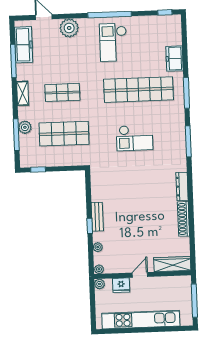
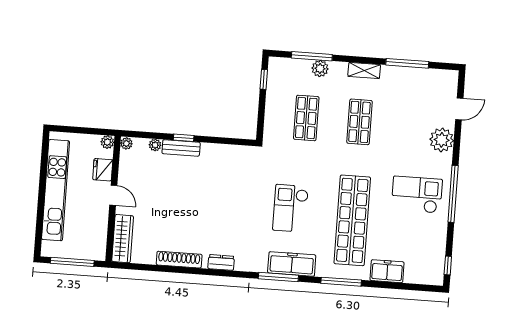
freezer: (24, 45) -> (292, 264), moved, turned 180
shop shelf: (64, 134) -> (306, 118), width x0.70, depth x0.74
dresser: (182, 186) -> (221, 262), width x0.70
bench: (97, 217) -> (181, 148), moved

